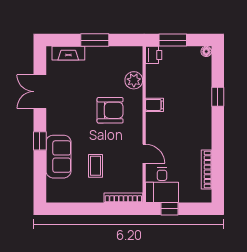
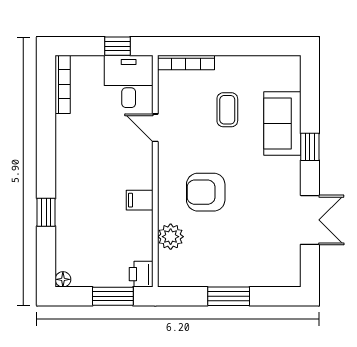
fireplace: (68, 53) -> (268, 277), removed
bookcase: (206, 169) -> (63, 84), moved

